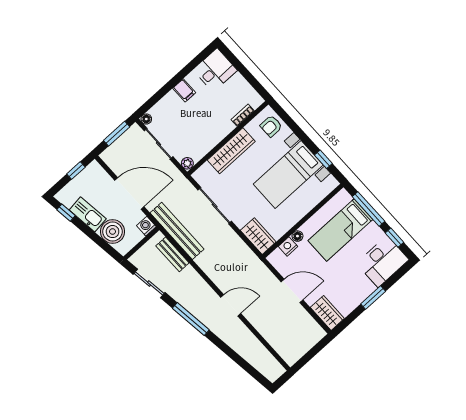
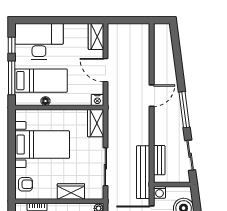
wardrobe: (231, 151) -> (71, 191), width x0.67
window: (323, 159) -> (12, 134), removed
floor lamp: (297, 236) -> (45, 101), moved
nightstand: (288, 246) -> (97, 100), moved
desk: (383, 262) -> (39, 41), width x1.36, depth x1.30
window: (373, 298) -> (59, 20), removed
door: (231, 305) -> (152, 96), swing flipped

